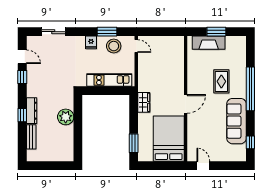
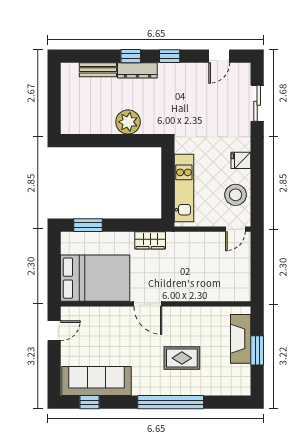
window: (107, 32) -> (257, 185), removed
window: (22, 77) -> (170, 56), moved
sofa: (237, 121) -> (97, 381), moved

